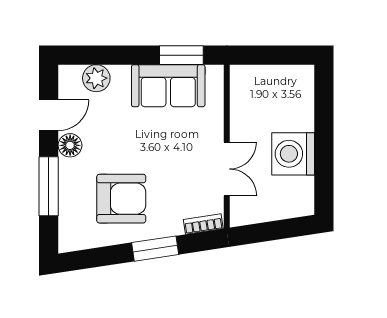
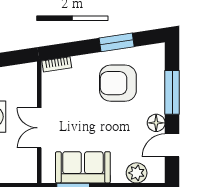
double door: (227, 169) -> (39, 128), moved
window: (155, 249) -> (117, 42), moved

